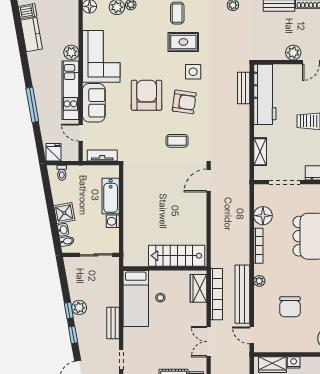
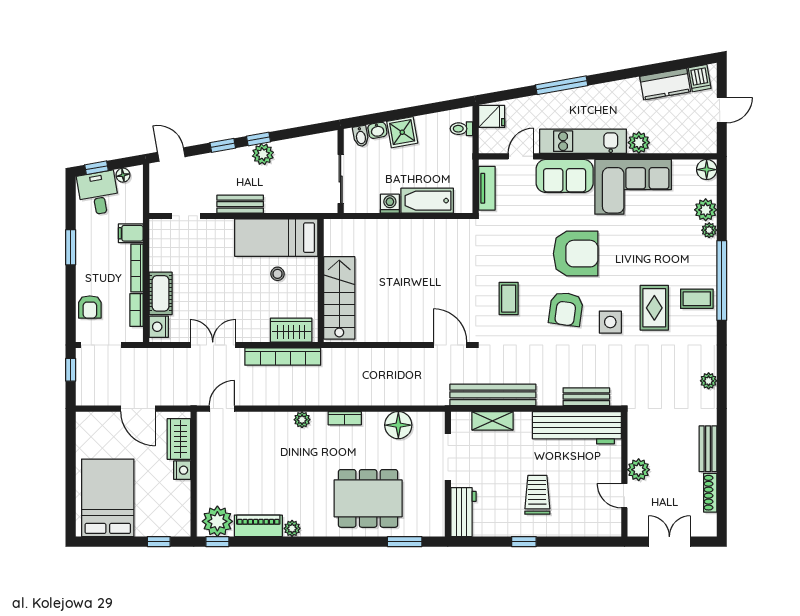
bookcase: (258, 246) -> (345, 418), width x0.64
bench: (242, 294) -> (493, 395), moved
chair: (290, 307) -> (264, 465), removed

